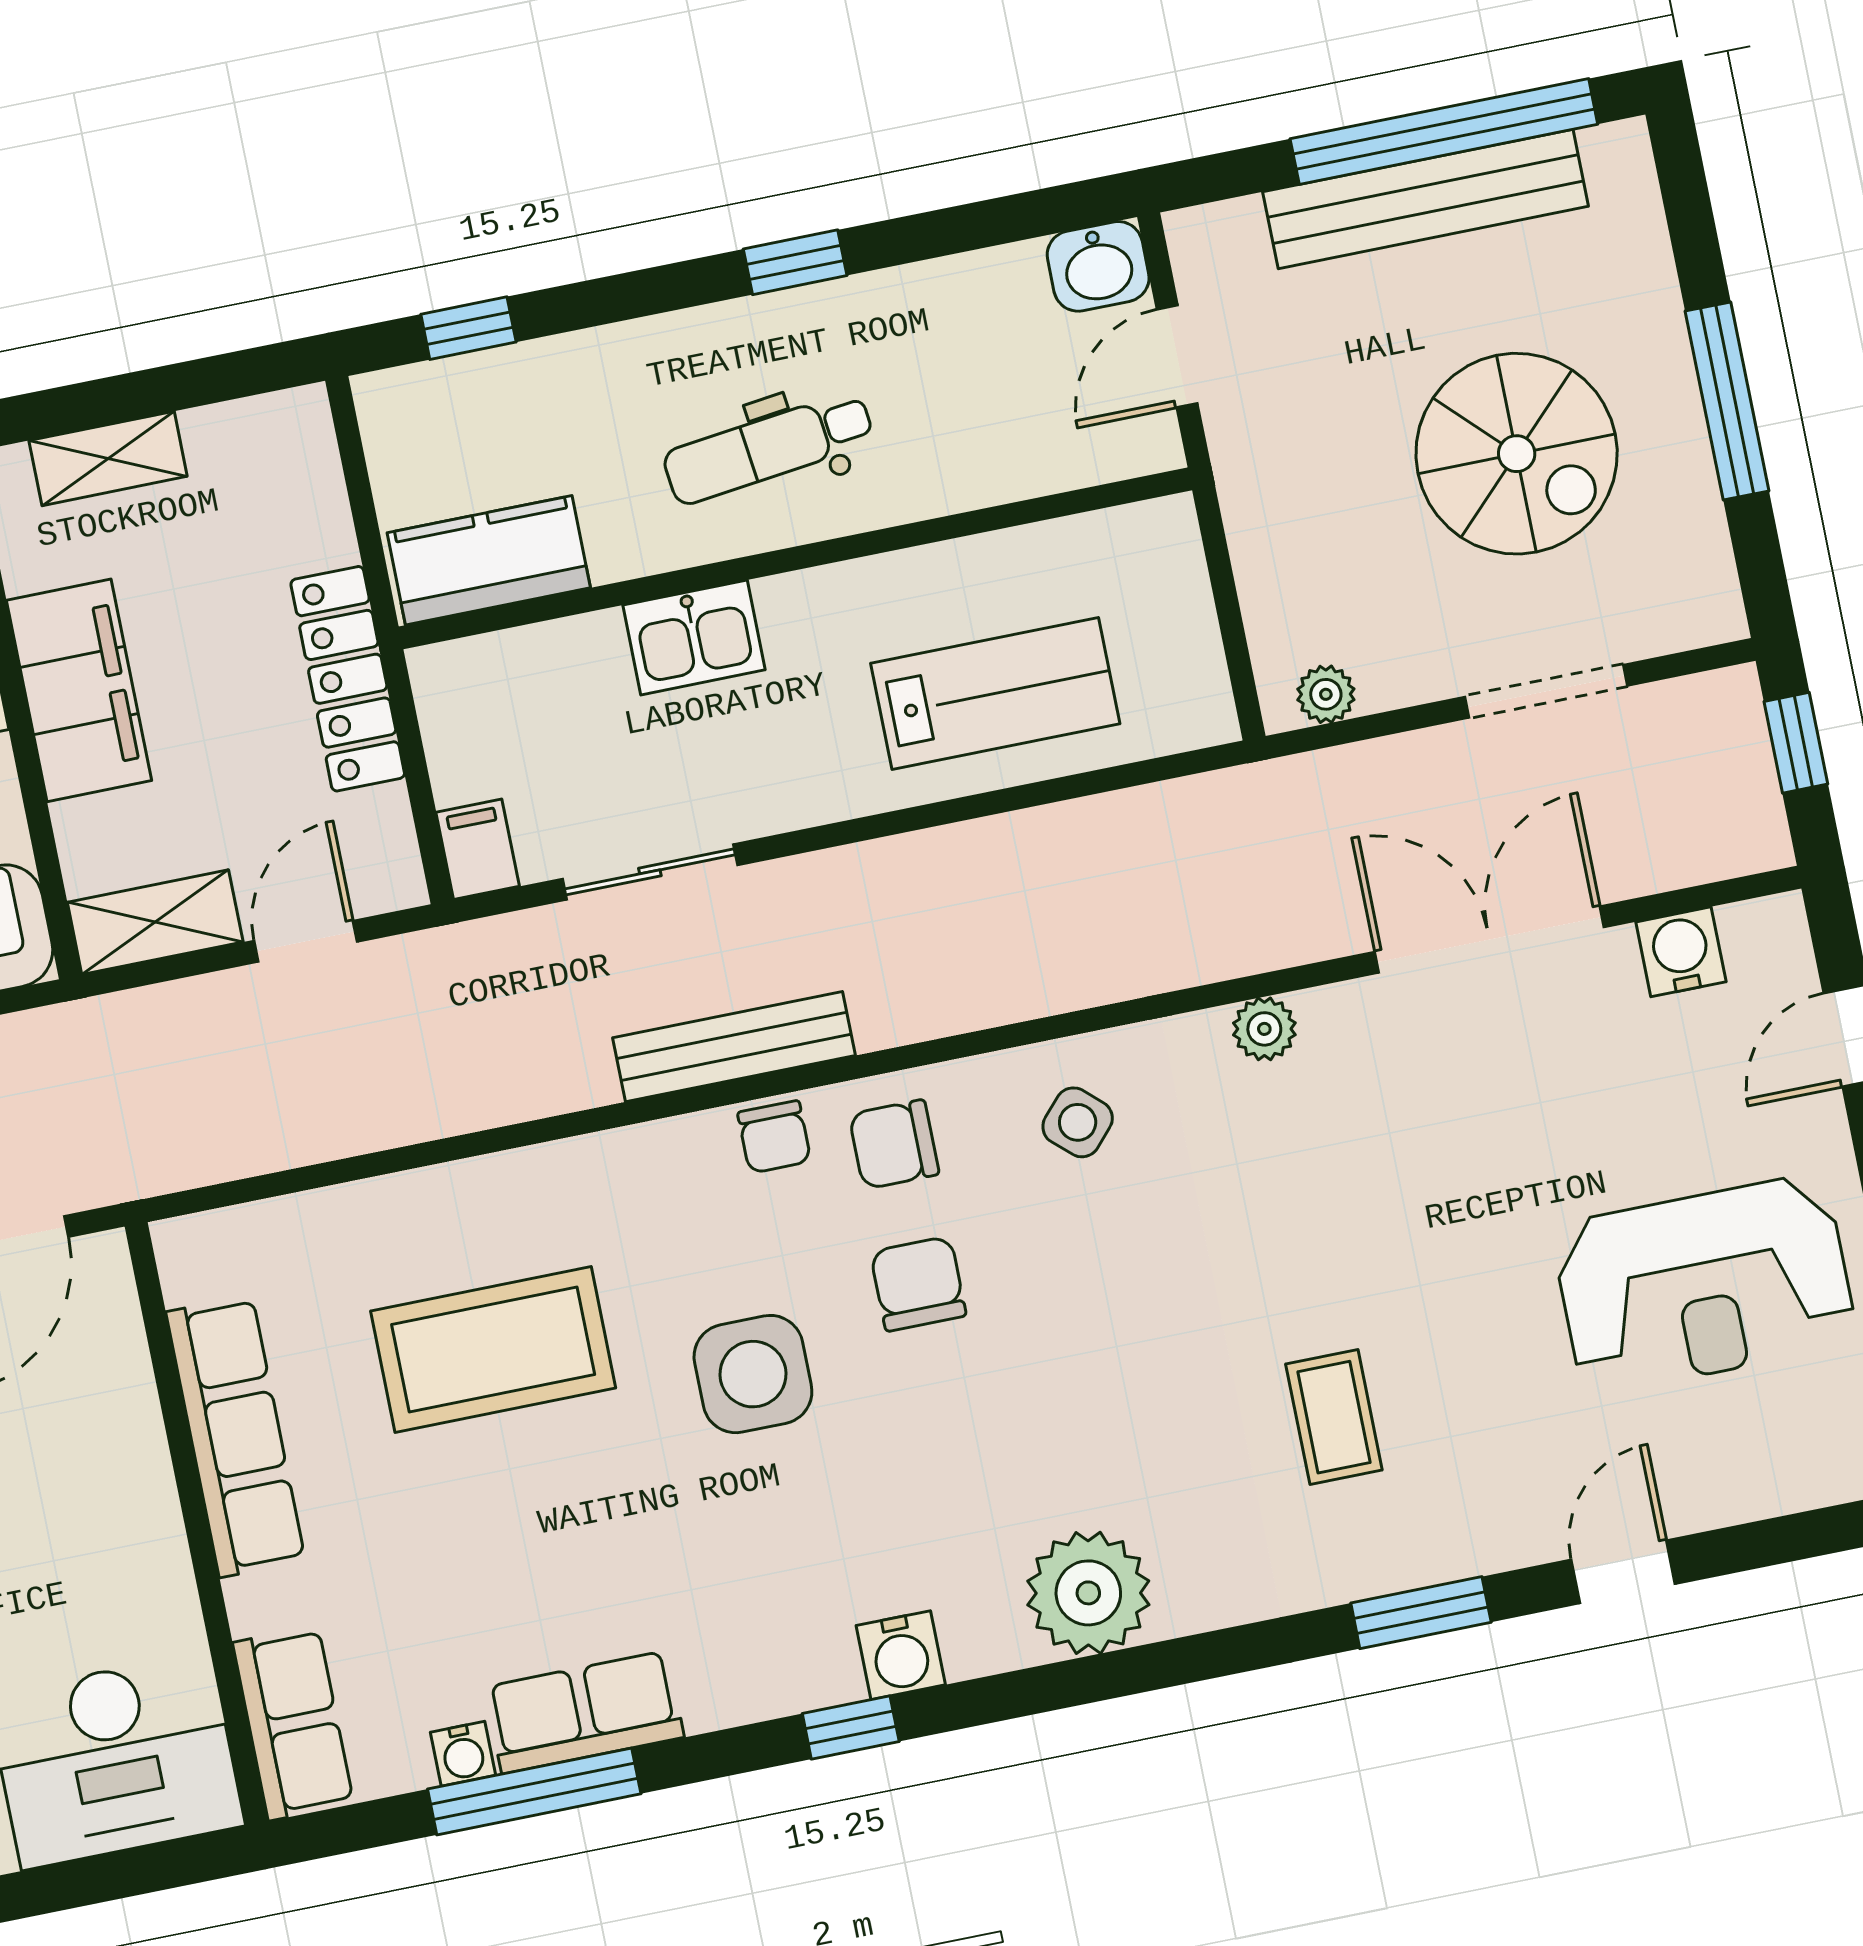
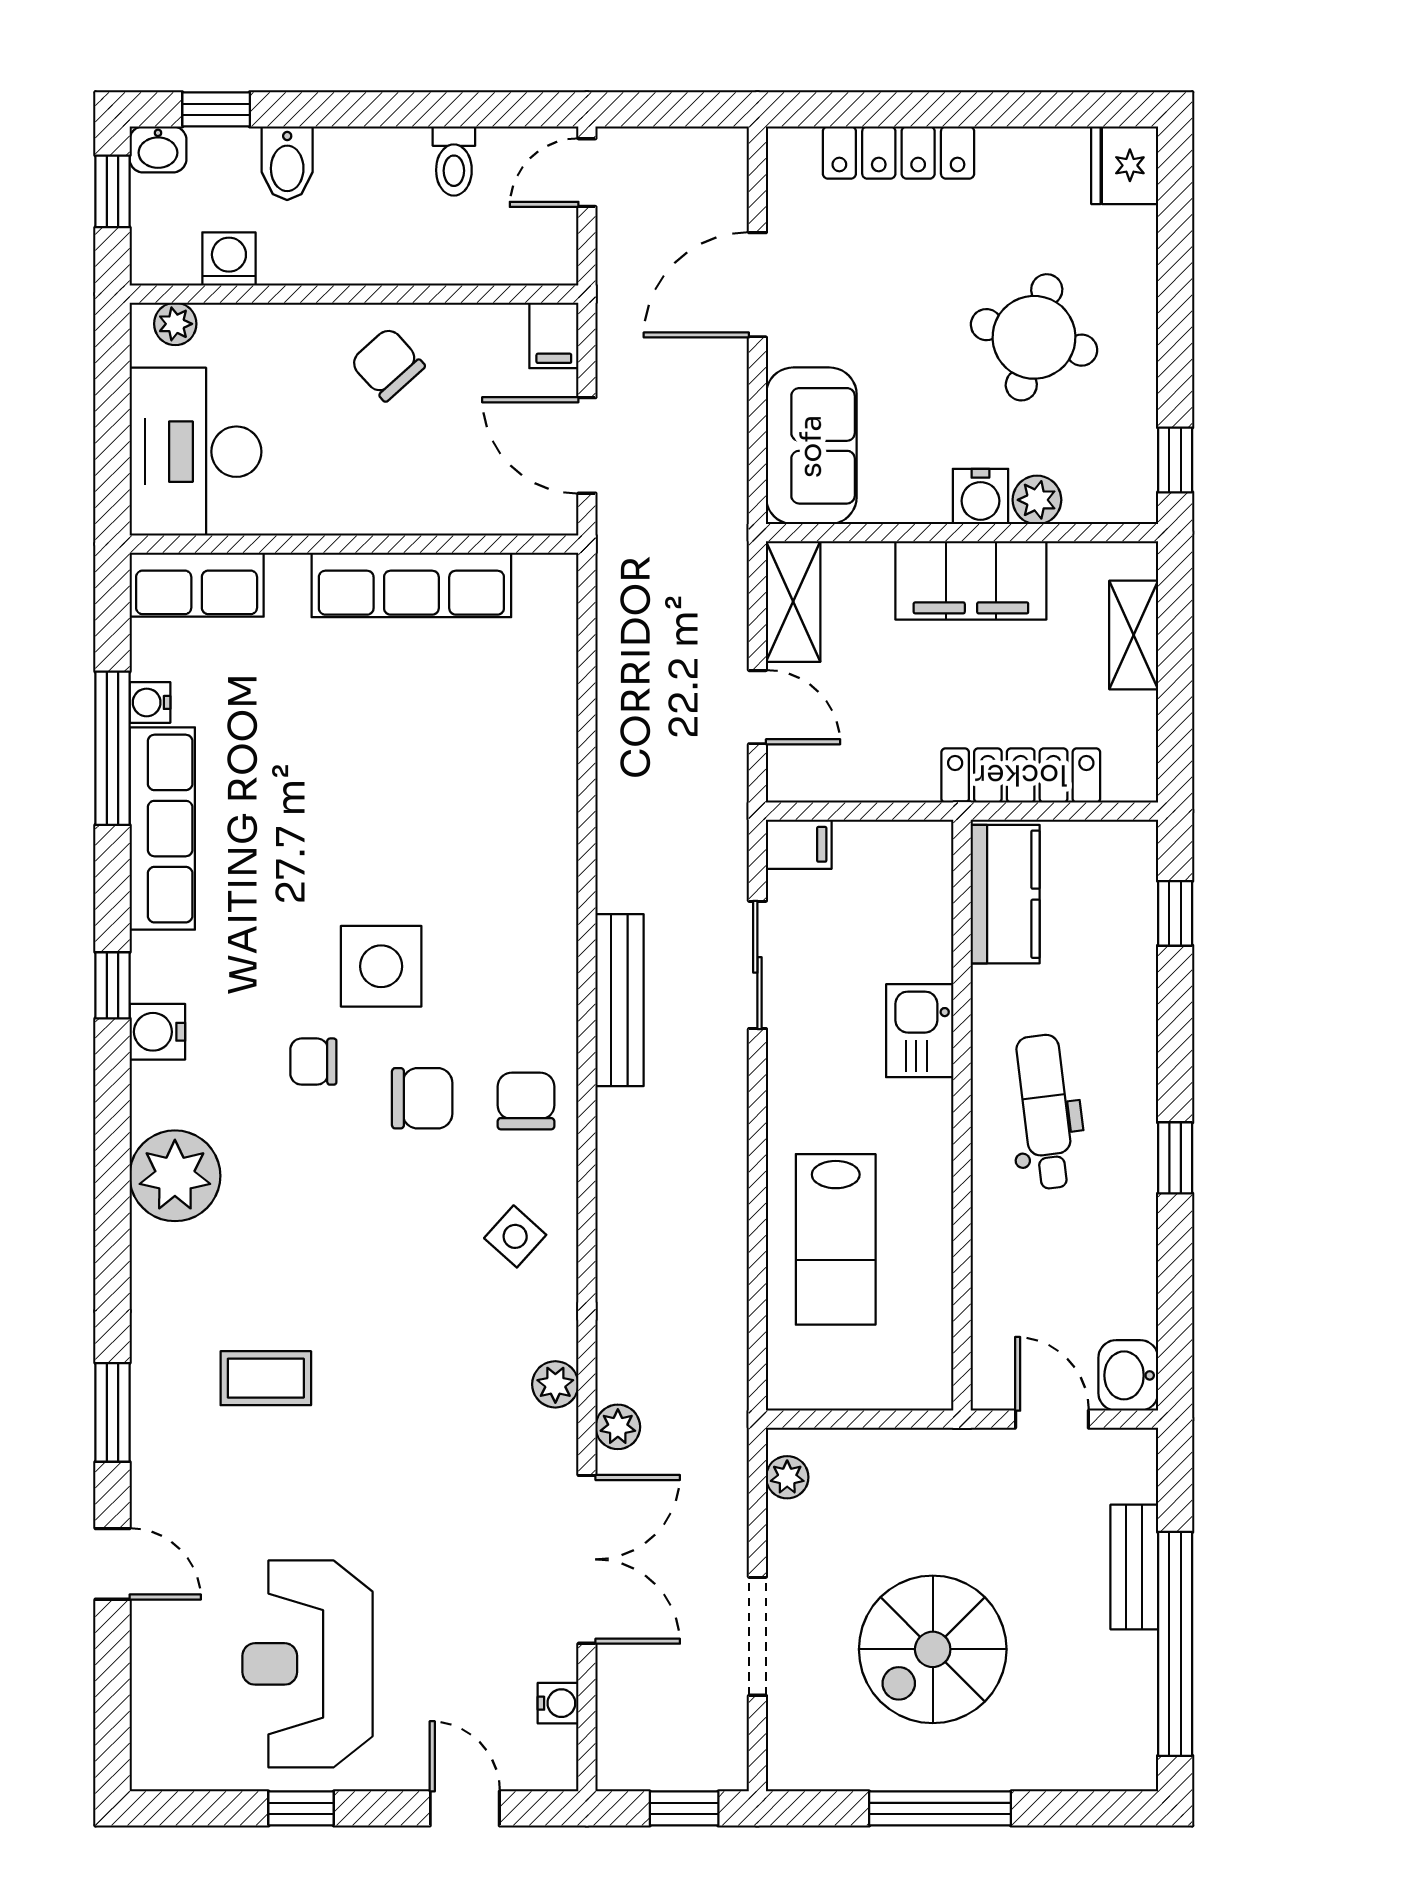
bench: (1426, 199) -> (1134, 1567), width x0.54, depth x0.82
locker: (348, 679) -> (1021, 775), moved
plant: (1304, 934) -> (618, 1427), added
water cooler: (1681, 952) -> (558, 1703), width x0.72, depth x0.72
chair: (774, 1137) -> (313, 1062), moved
coffee table: (493, 1349) -> (437, 783), removed
row of seats: (584, 1712) -> (162, 829), width x1.48

